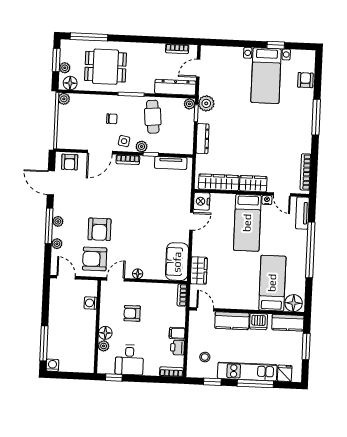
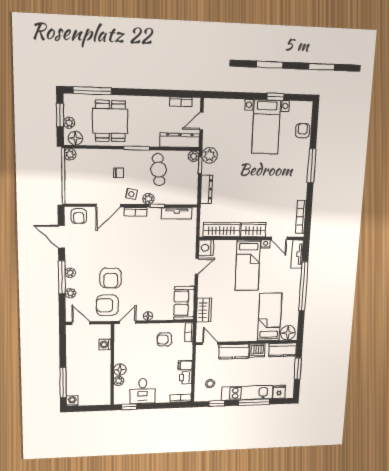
dining table: (105, 67) -> (110, 121), turned 90
armchair: (132, 313) -> (164, 339), moved

